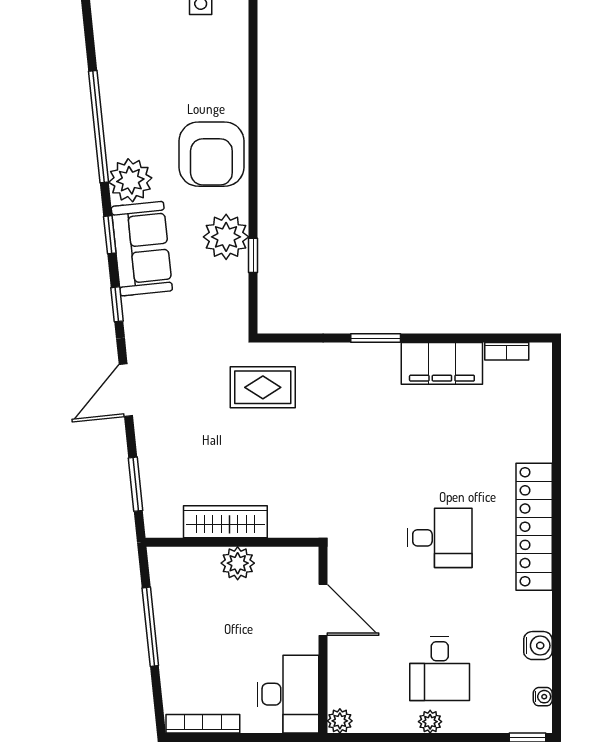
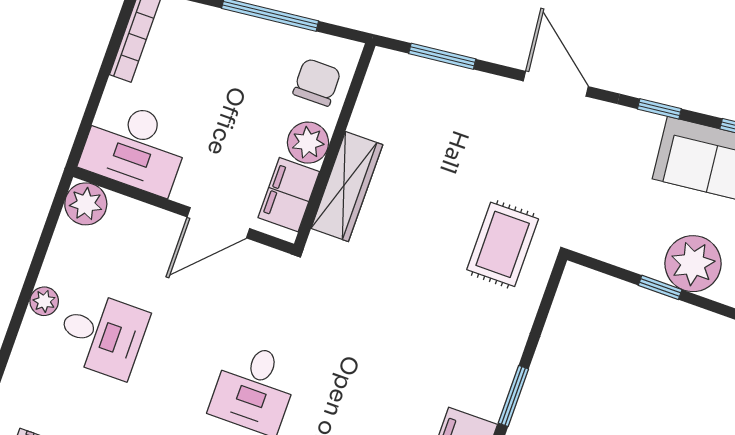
wardrobe: (225, 522) -> (347, 187), moved
filing cabinet: (283, 564) -> (289, 195), added
chair: (189, 573) -> (317, 82), added
desk: (440, 669) -> (102, 334), turned 180
plant: (340, 721) -> (86, 204), width x1.38, depth x1.38

